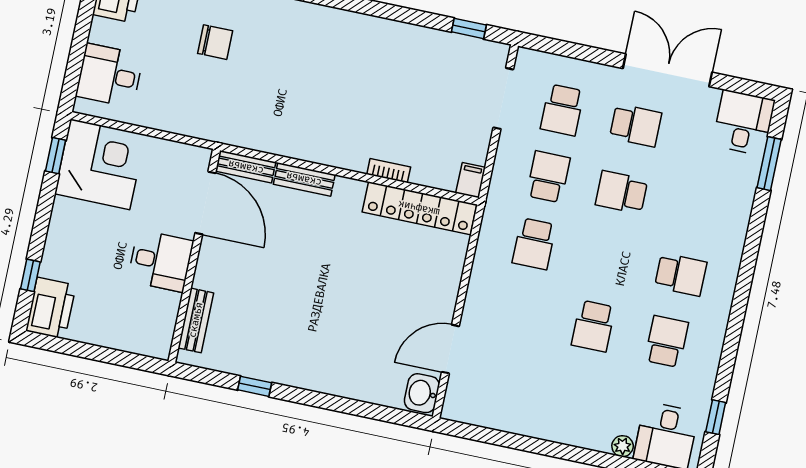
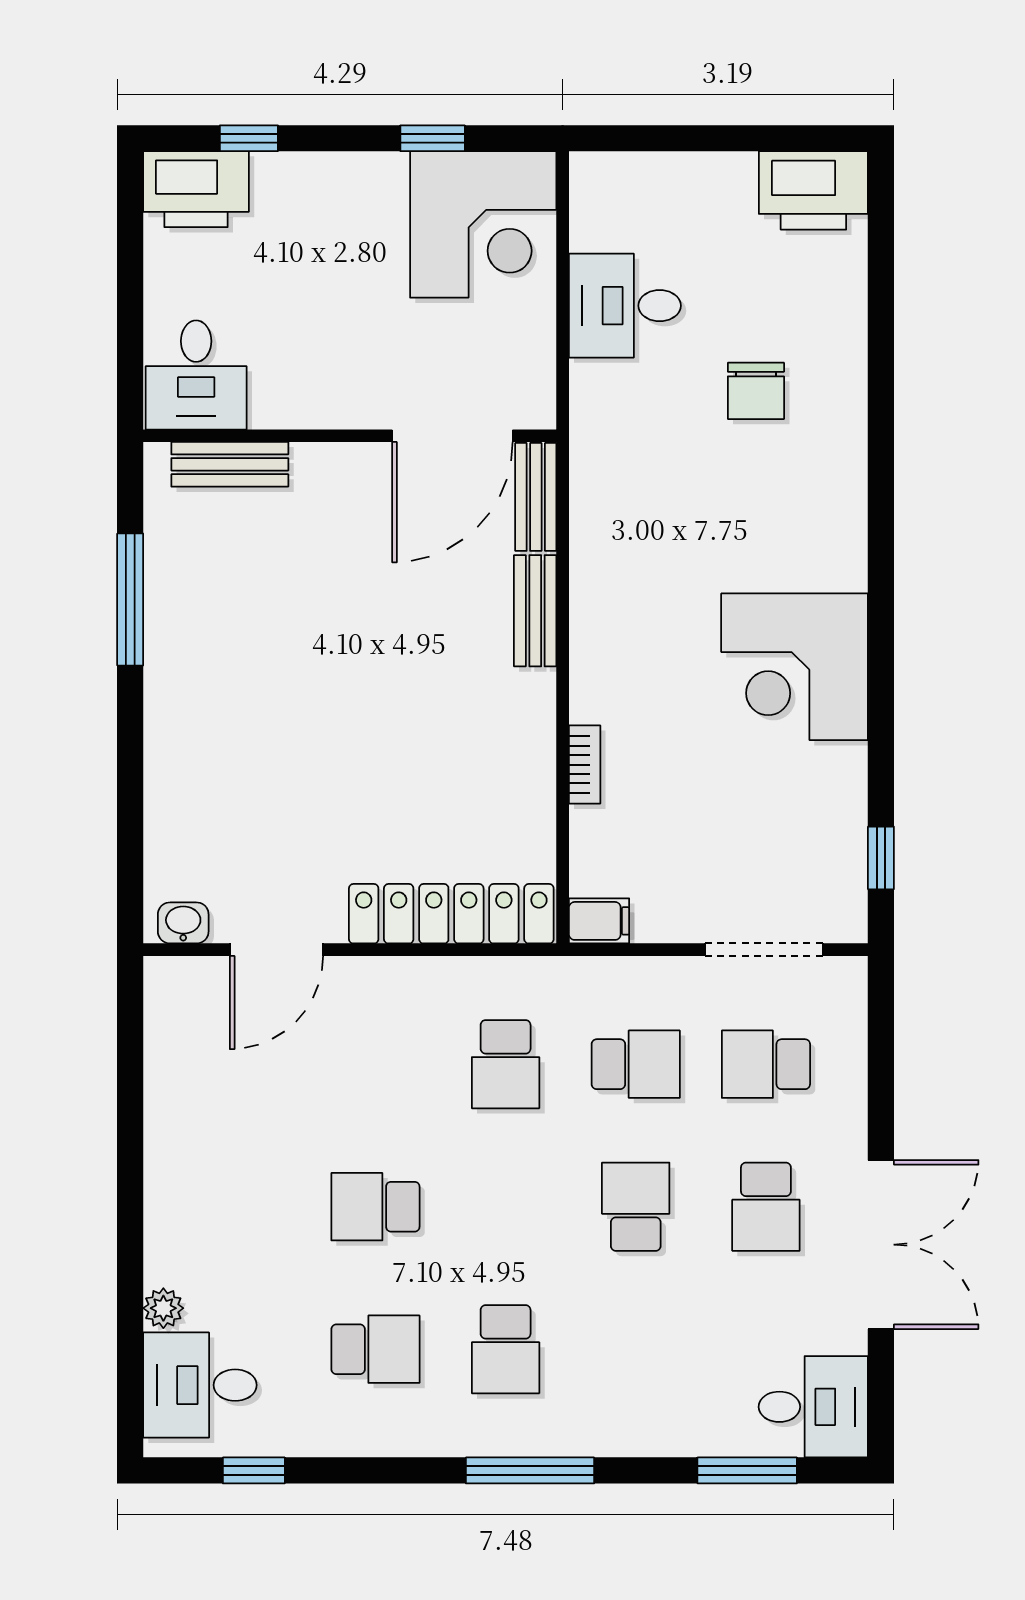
corner desk: (361, 52) -> (795, 667), added
desk: (110, 75) -> (625, 306), moved, turned -90
window: (56, 156) -> (433, 138), moved
locker: (419, 208) -> (451, 914), moved, turned 90
school desk: (534, 244) -> (506, 1064), turned -90
desk: (160, 261) -> (196, 375), moved
window: (746, 275) -> (530, 1470), added
door: (450, 349) -> (276, 950), swing flipped
window: (255, 386) -> (130, 599), width x2.17
washbasin: (422, 393) -> (183, 923), width x0.72, depth x0.69

